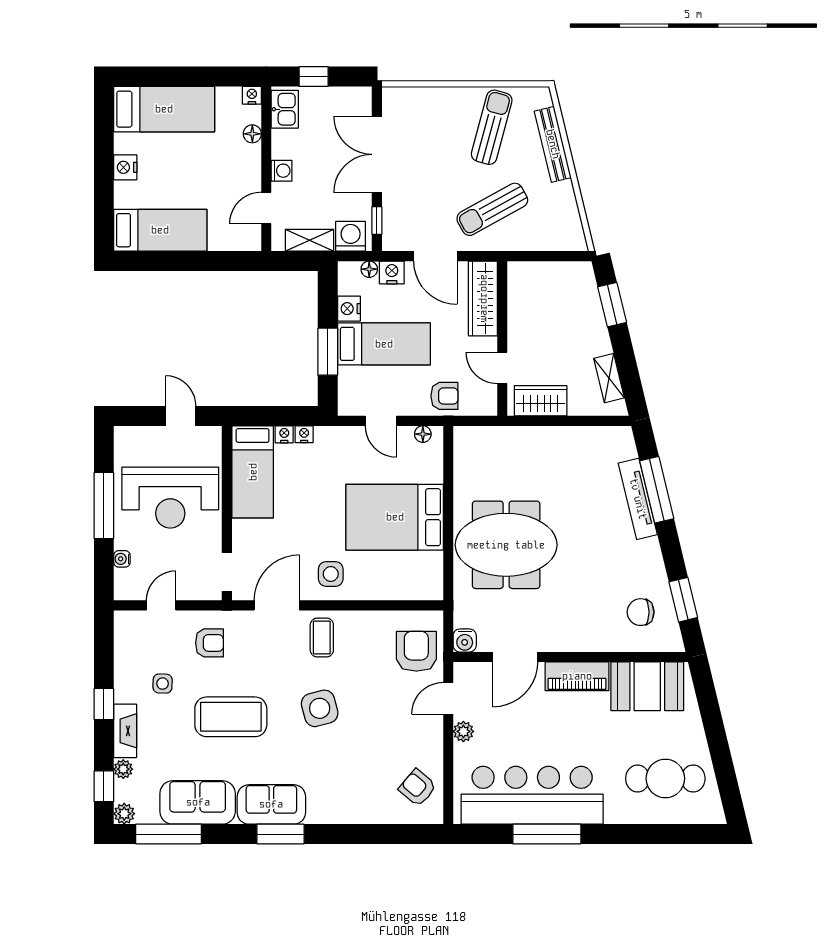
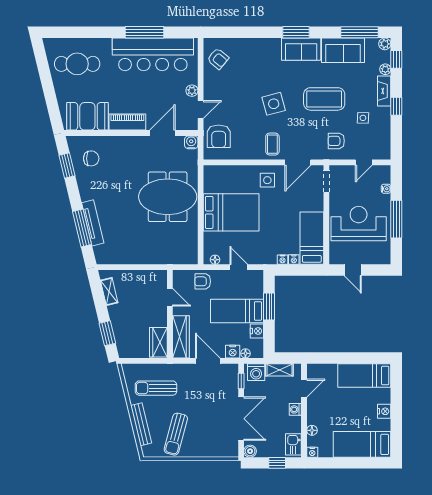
boiler: (361, 97) -> (250, 451), added
sun lounger: (492, 209) -> (156, 388), moved, turned -151
wardrobe: (541, 401) -> (158, 342), moved, turned 90

